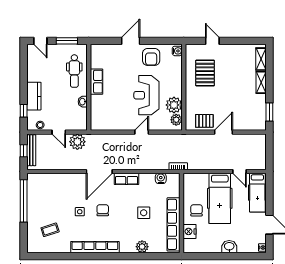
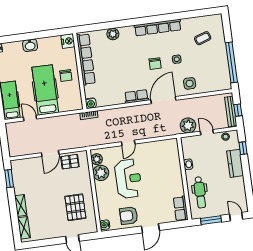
armchair: (151, 57) -> (129, 216), turned -90
dental chair: (74, 71) -> (200, 192), turned 180
row of seats: (96, 82) -> (181, 209), moved
water cooler: (161, 178) -> (91, 103), moved
side table: (144, 213) -> (190, 83), moved
nightstand: (190, 231) -> (68, 41), moved

